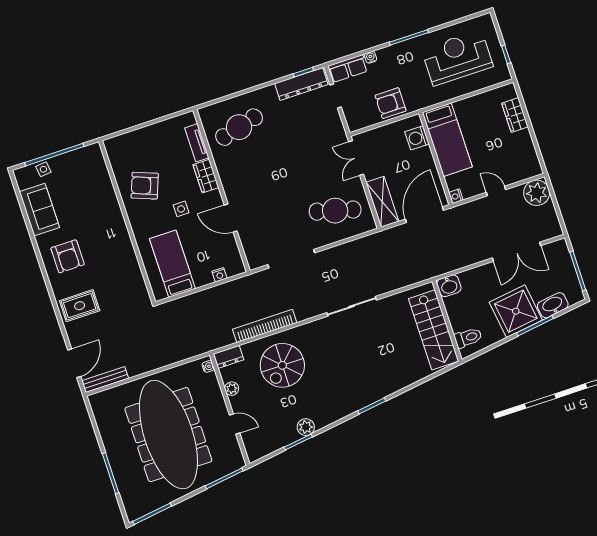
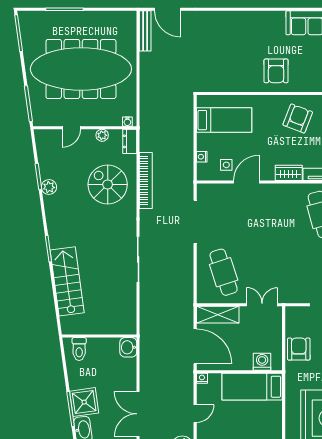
side table: (181, 209) -> (226, 165), moved
cafe table: (335, 211) -> (224, 272), turned -33
armchair: (68, 256) -> (276, 71), moved, turned -90
rug: (80, 306) -> (215, 30), removed
shower: (516, 311) -> (84, 402), width x0.73, depth x0.73
stairs: (434, 330) -> (67, 281), moved, turned 82

